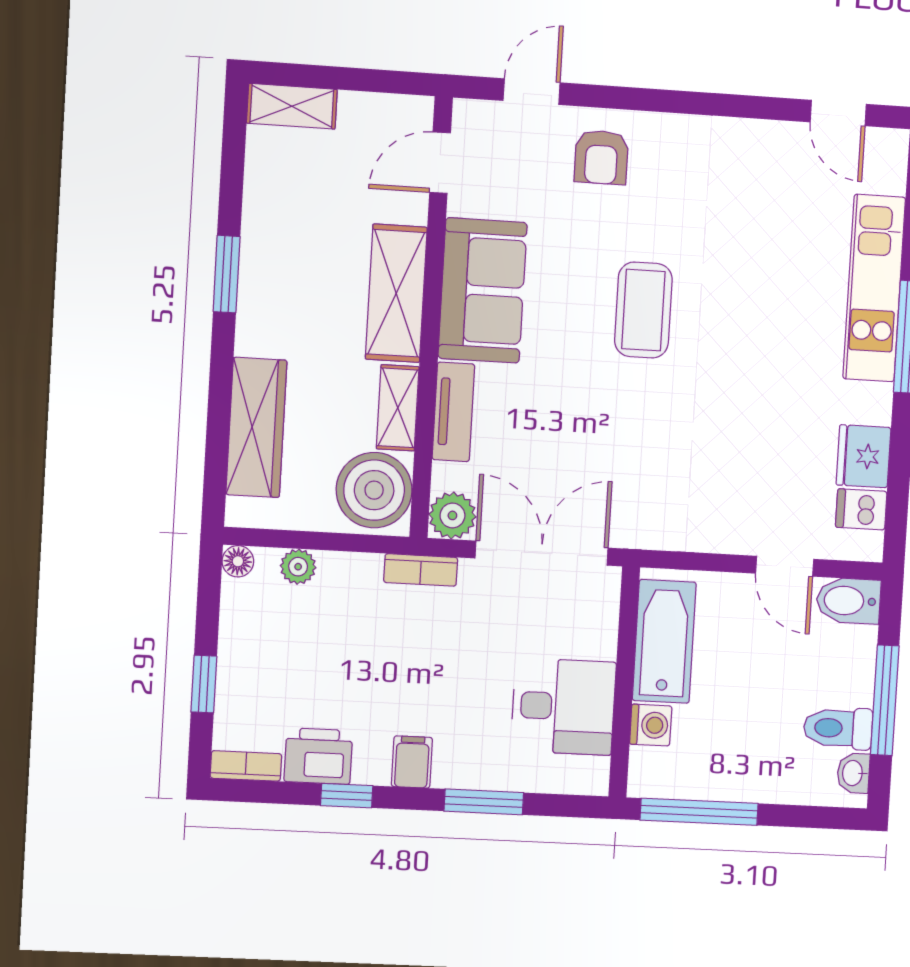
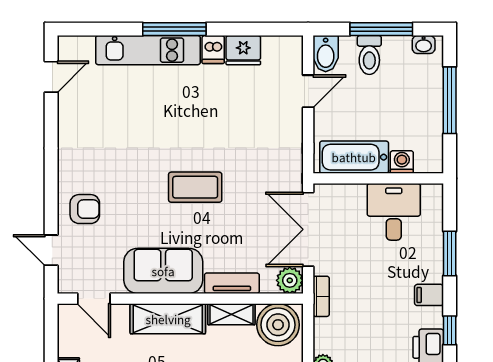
coffee table: (643, 310) -> (195, 187), moved
dishwasher: (861, 509) -> (213, 50), moved
toilet: (838, 728) -> (369, 55), moved
window: (699, 812) -> (450, 100), moved

